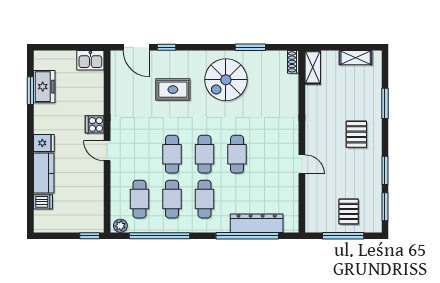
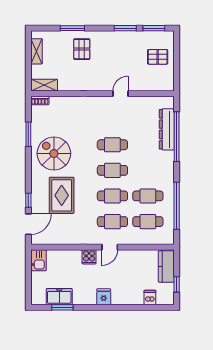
spiral stairs: (226, 80) -> (54, 154), turned 180
rug: (173, 90) -> (62, 195), width x1.36, depth x1.43
pallet: (356, 134) -> (82, 49), moved, turned 90
kitchen counter: (44, 173) -> (166, 266), moved, turned -90
cafe table: (205, 199) -> (112, 222), moved
plant: (120, 226) -> (169, 237), removed
window: (90, 236) -> (177, 284), moved
window: (343, 236) -> (177, 61), removed

